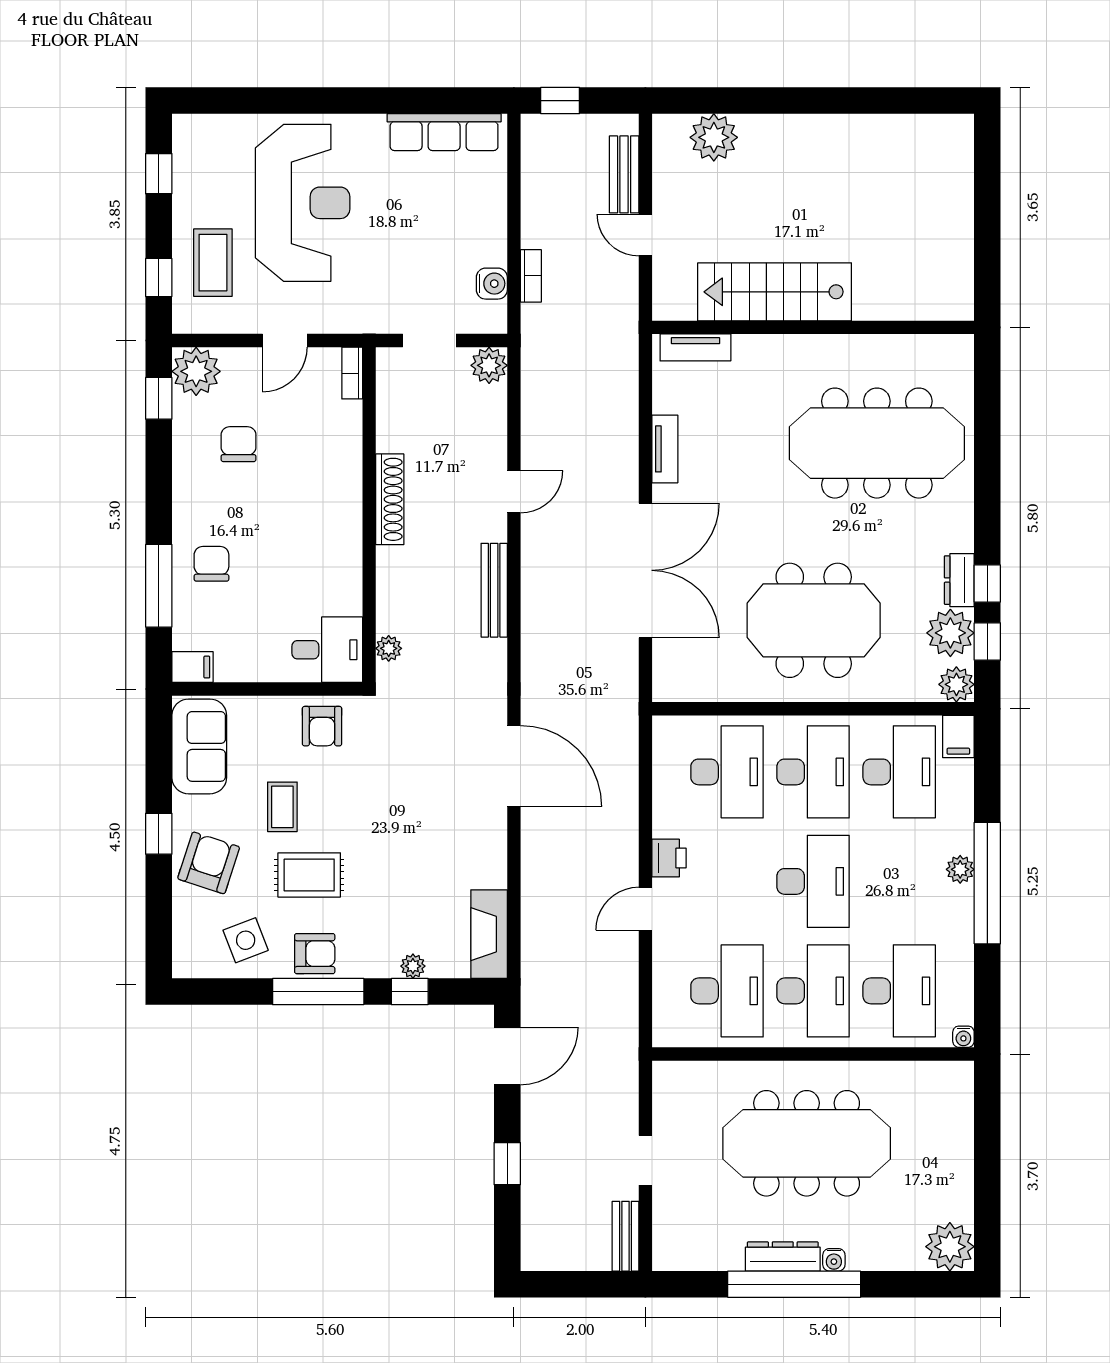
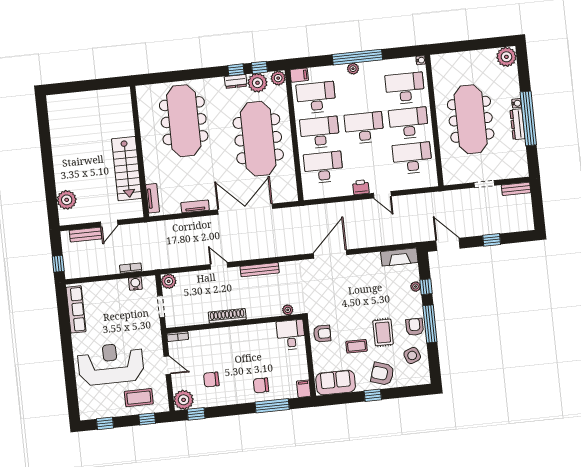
meeting table: (814, 620) -> (258, 139), width x1.36

